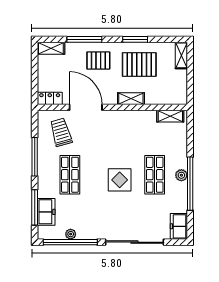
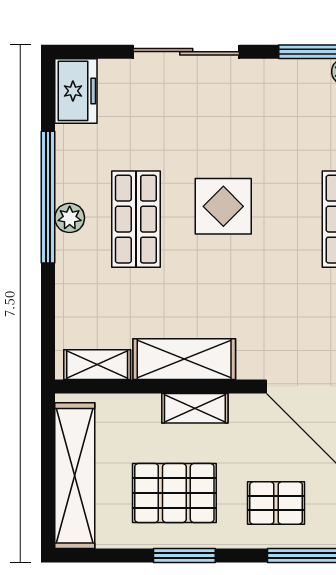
shelving: (181, 55) -> (75, 476), width x2.20, depth x1.33
shelving: (135, 118) -> (184, 359), added
sliding door: (134, 242) -> (186, 52), width x0.73

